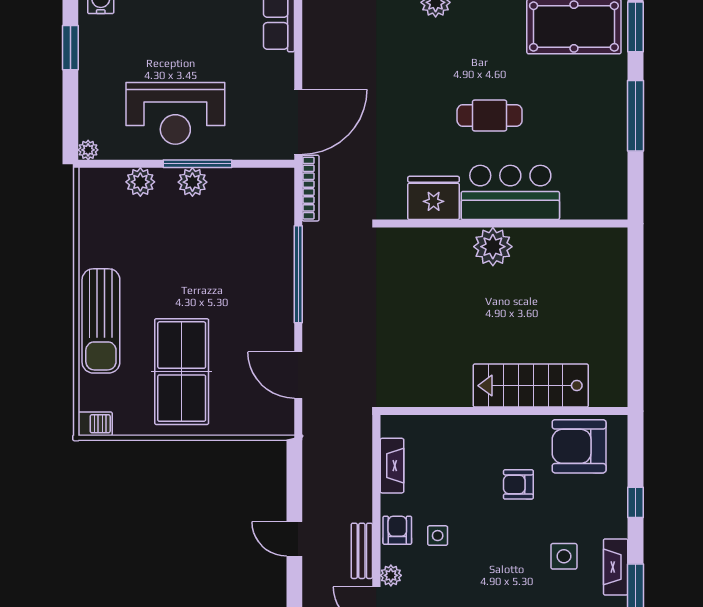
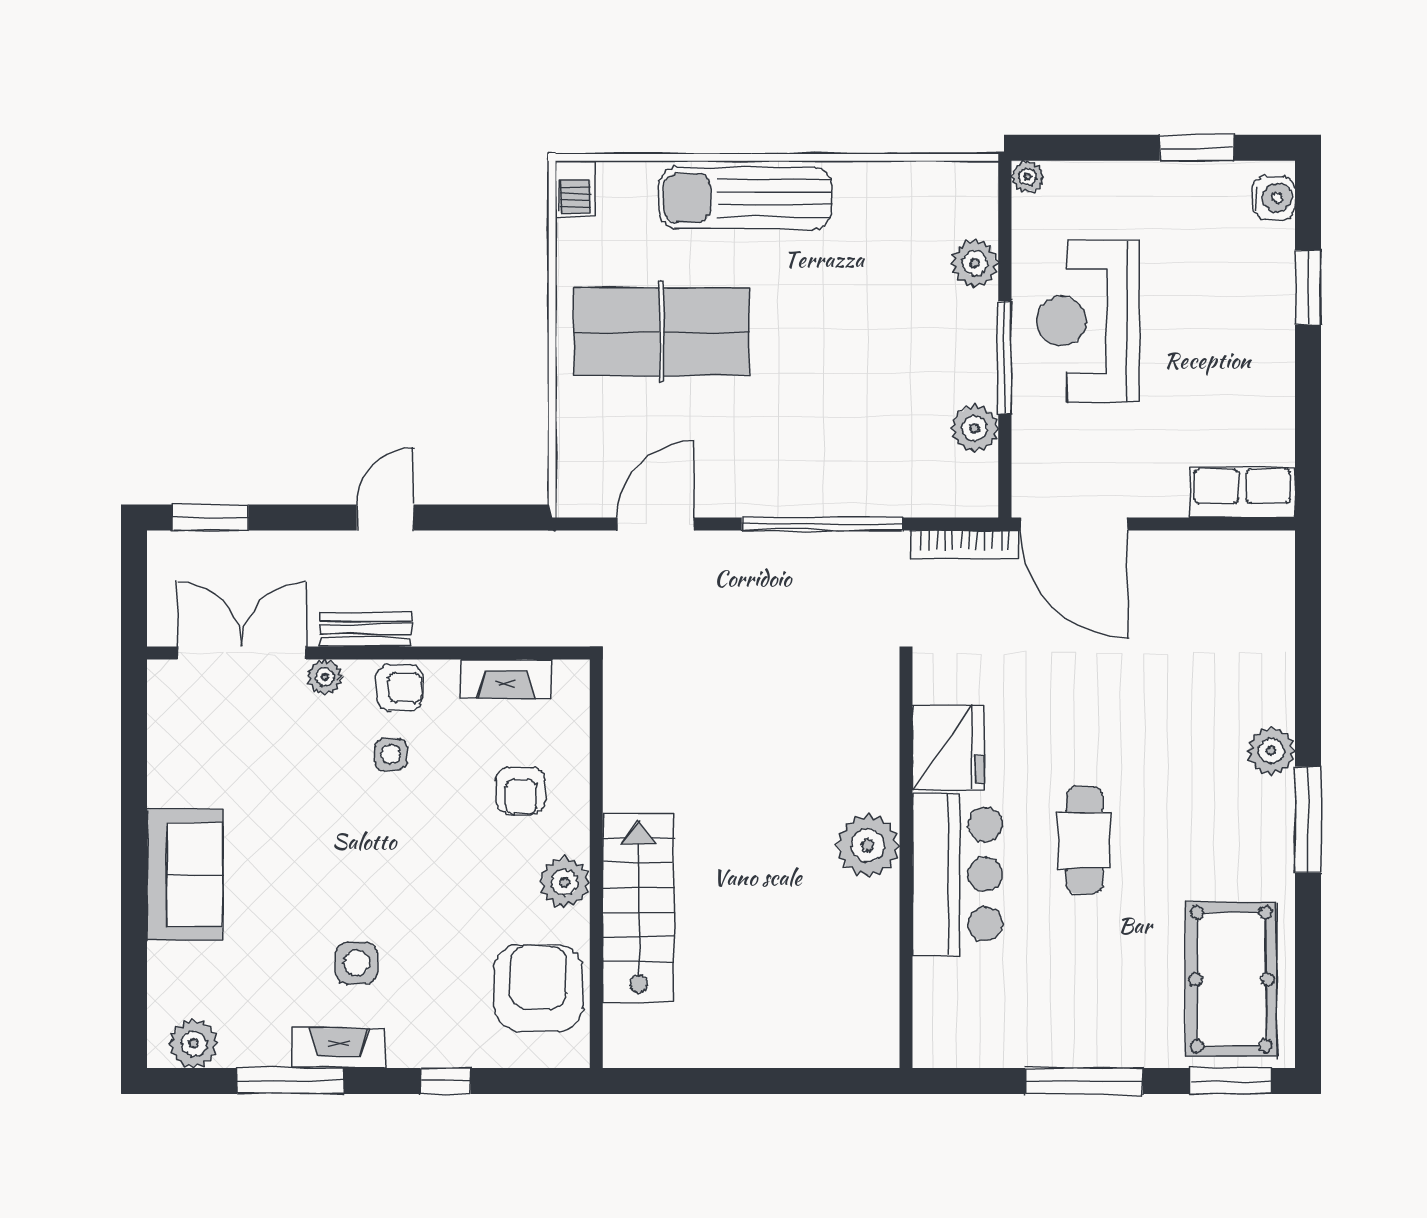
plant: (192, 182) -> (975, 428), moved
plant: (515, 430) -> (565, 882), added
armchair: (518, 484) -> (521, 791), moved, turned 180

